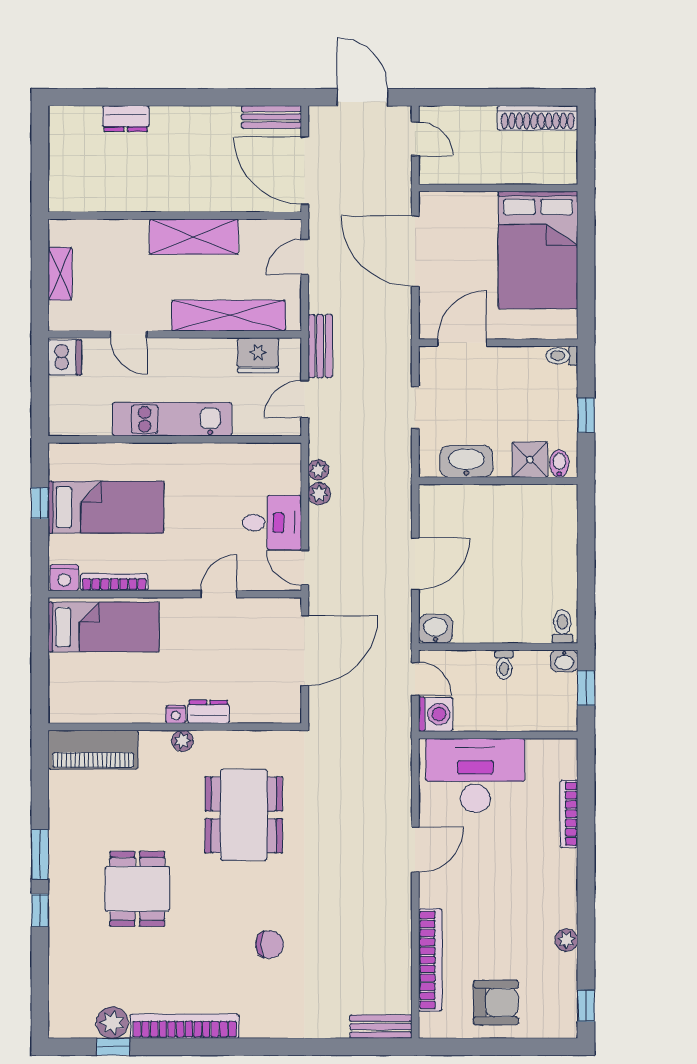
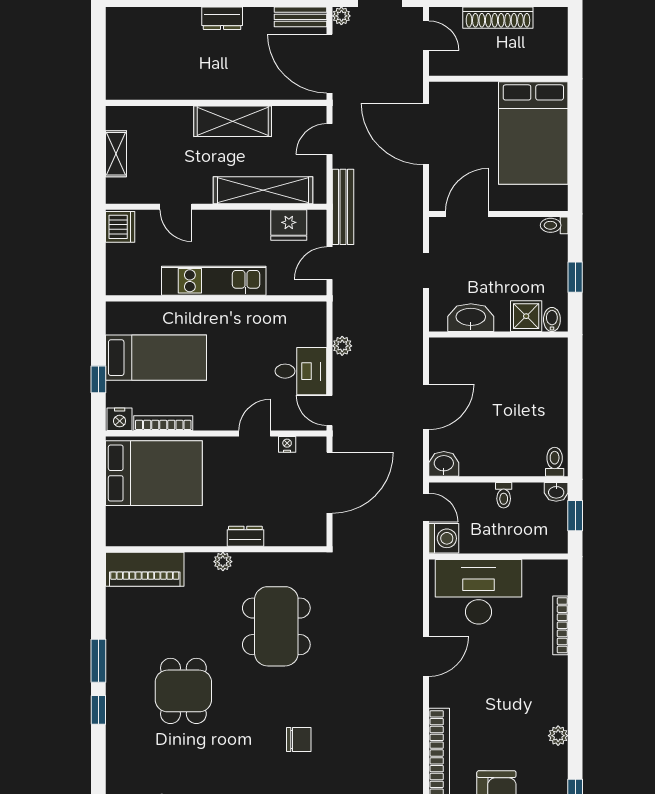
shoe rack: (538, 118) -> (498, 18), moved
dresser: (126, 119) -> (222, 18), moved
bench: (320, 346) -> (343, 207), width x1.36
plant: (318, 470) -> (341, 16), moved
window: (40, 503) -> (98, 379), moved
bed: (103, 627) -> (154, 473), width x1.50
nightstand: (176, 714) -> (287, 444), moved, turned 180

